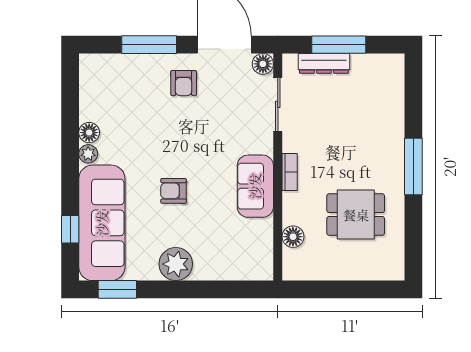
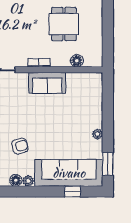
armchair: (173, 191) -> (20, 146), moved, turned -107
plant: (176, 264) -> (97, 134), width x0.53, depth x0.53

